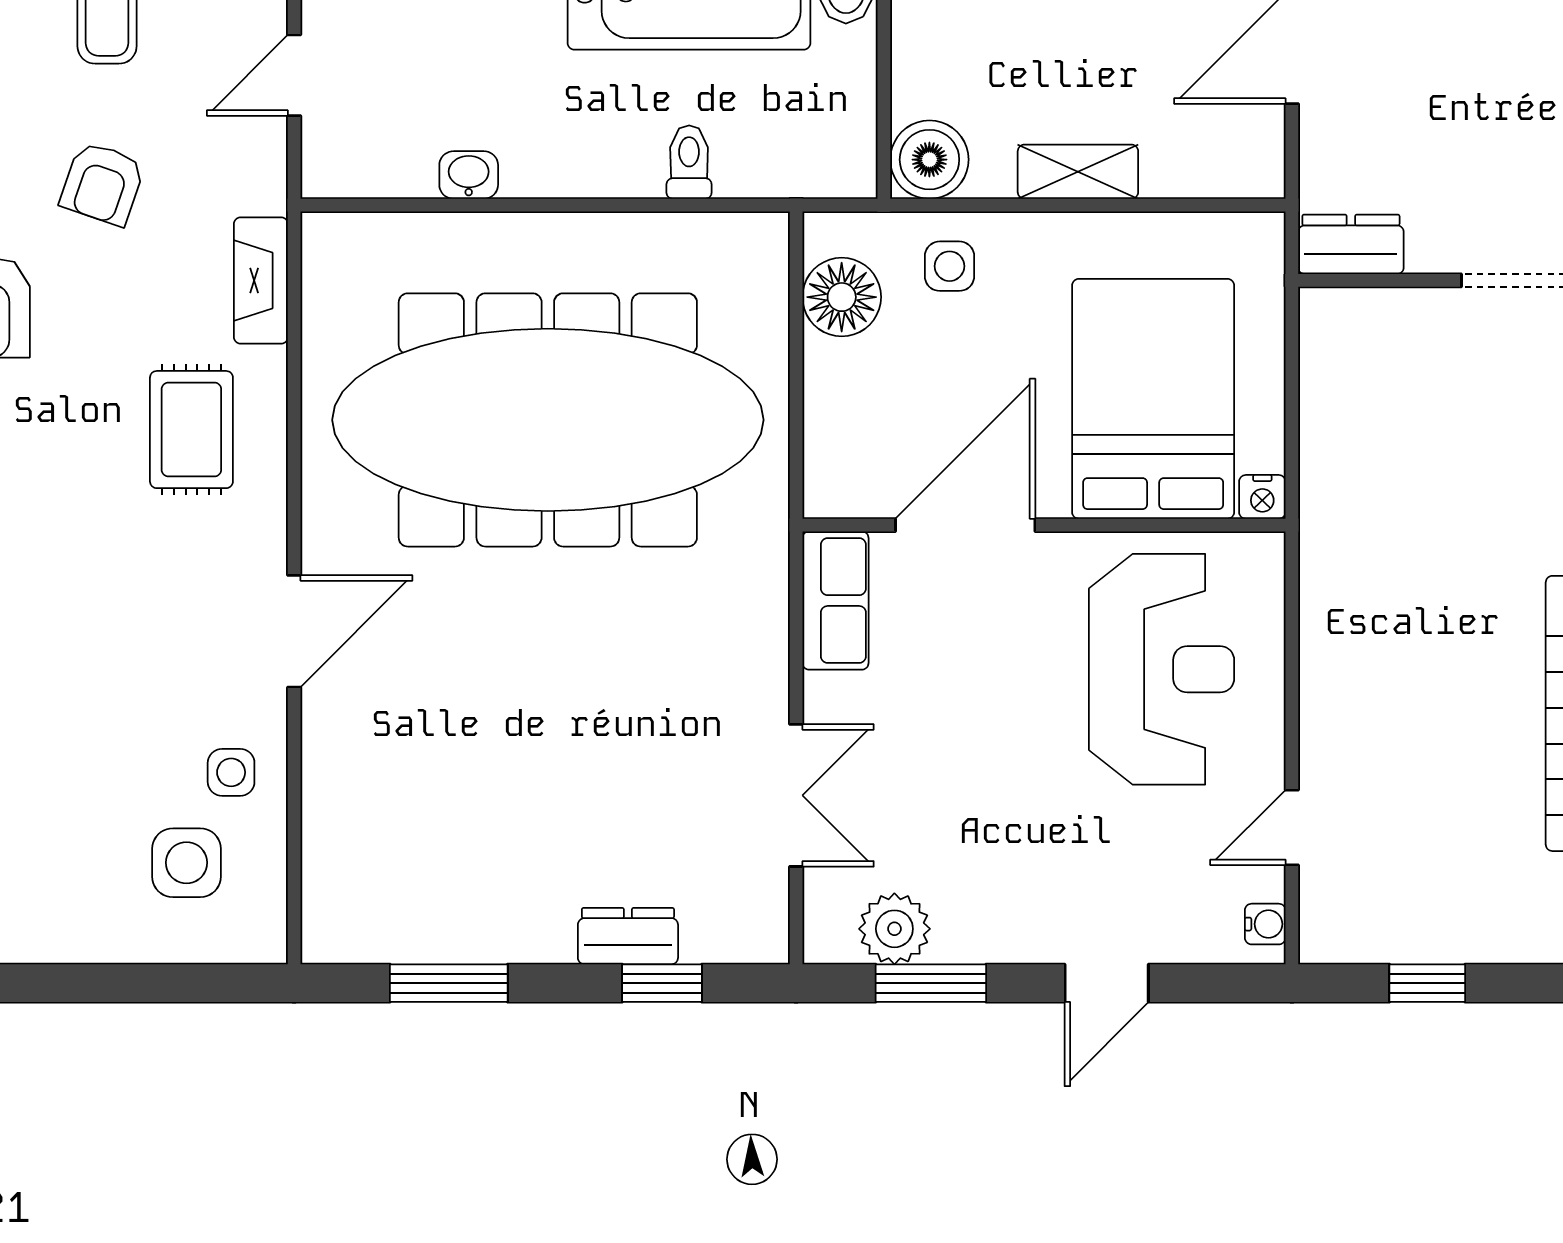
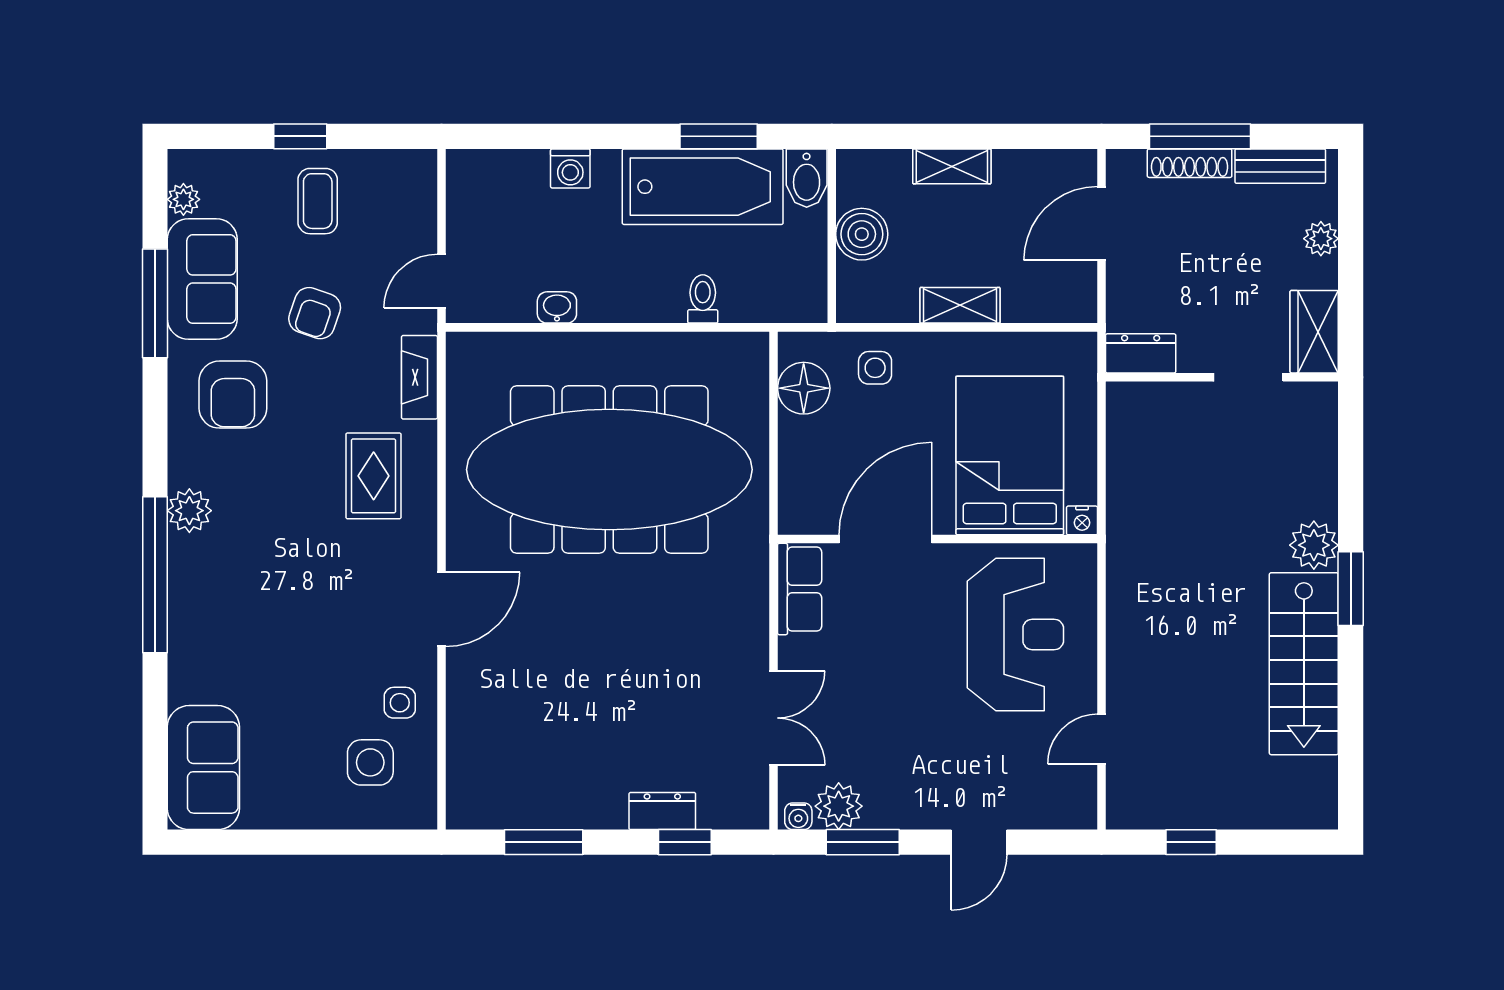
door: (294, 75) -> (441, 281), moved
boiler: (929, 160) -> (862, 234), moved
water cooler: (1265, 924) -> (798, 816), moved, turned 90

